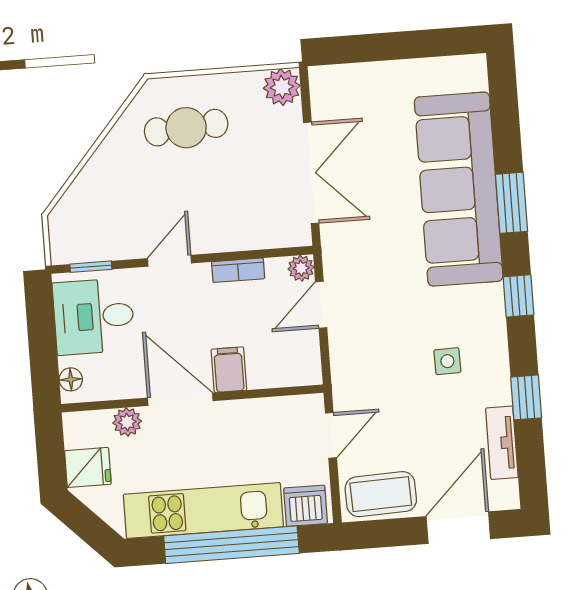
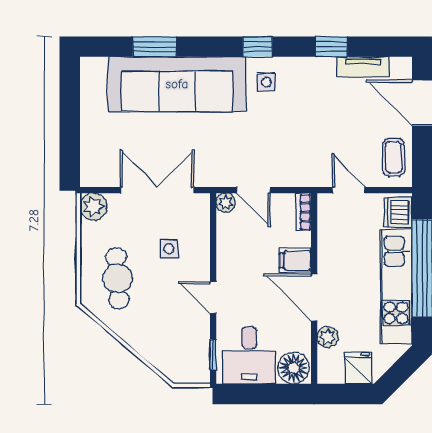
side table: (232, 195) -> (169, 249), added
window: (511, 203) -> (154, 47), moved
bookcase: (238, 270) -> (304, 212), moved, turned 180
side table: (447, 361) -> (266, 82), moved
floor lamp: (71, 379) -> (294, 368), width x1.89, depth x1.89
door: (180, 399) -> (314, 297), hinge flipped
coffee table: (381, 494) -> (394, 157), width x0.73, depth x0.77

